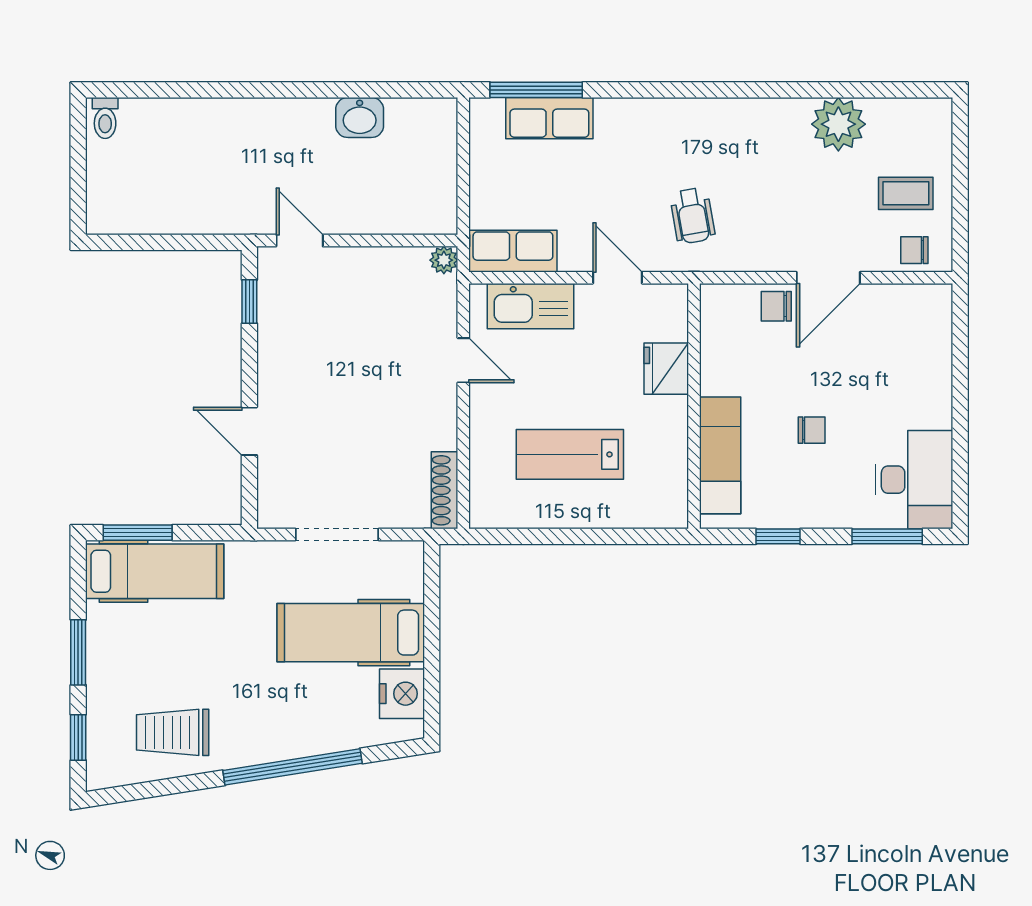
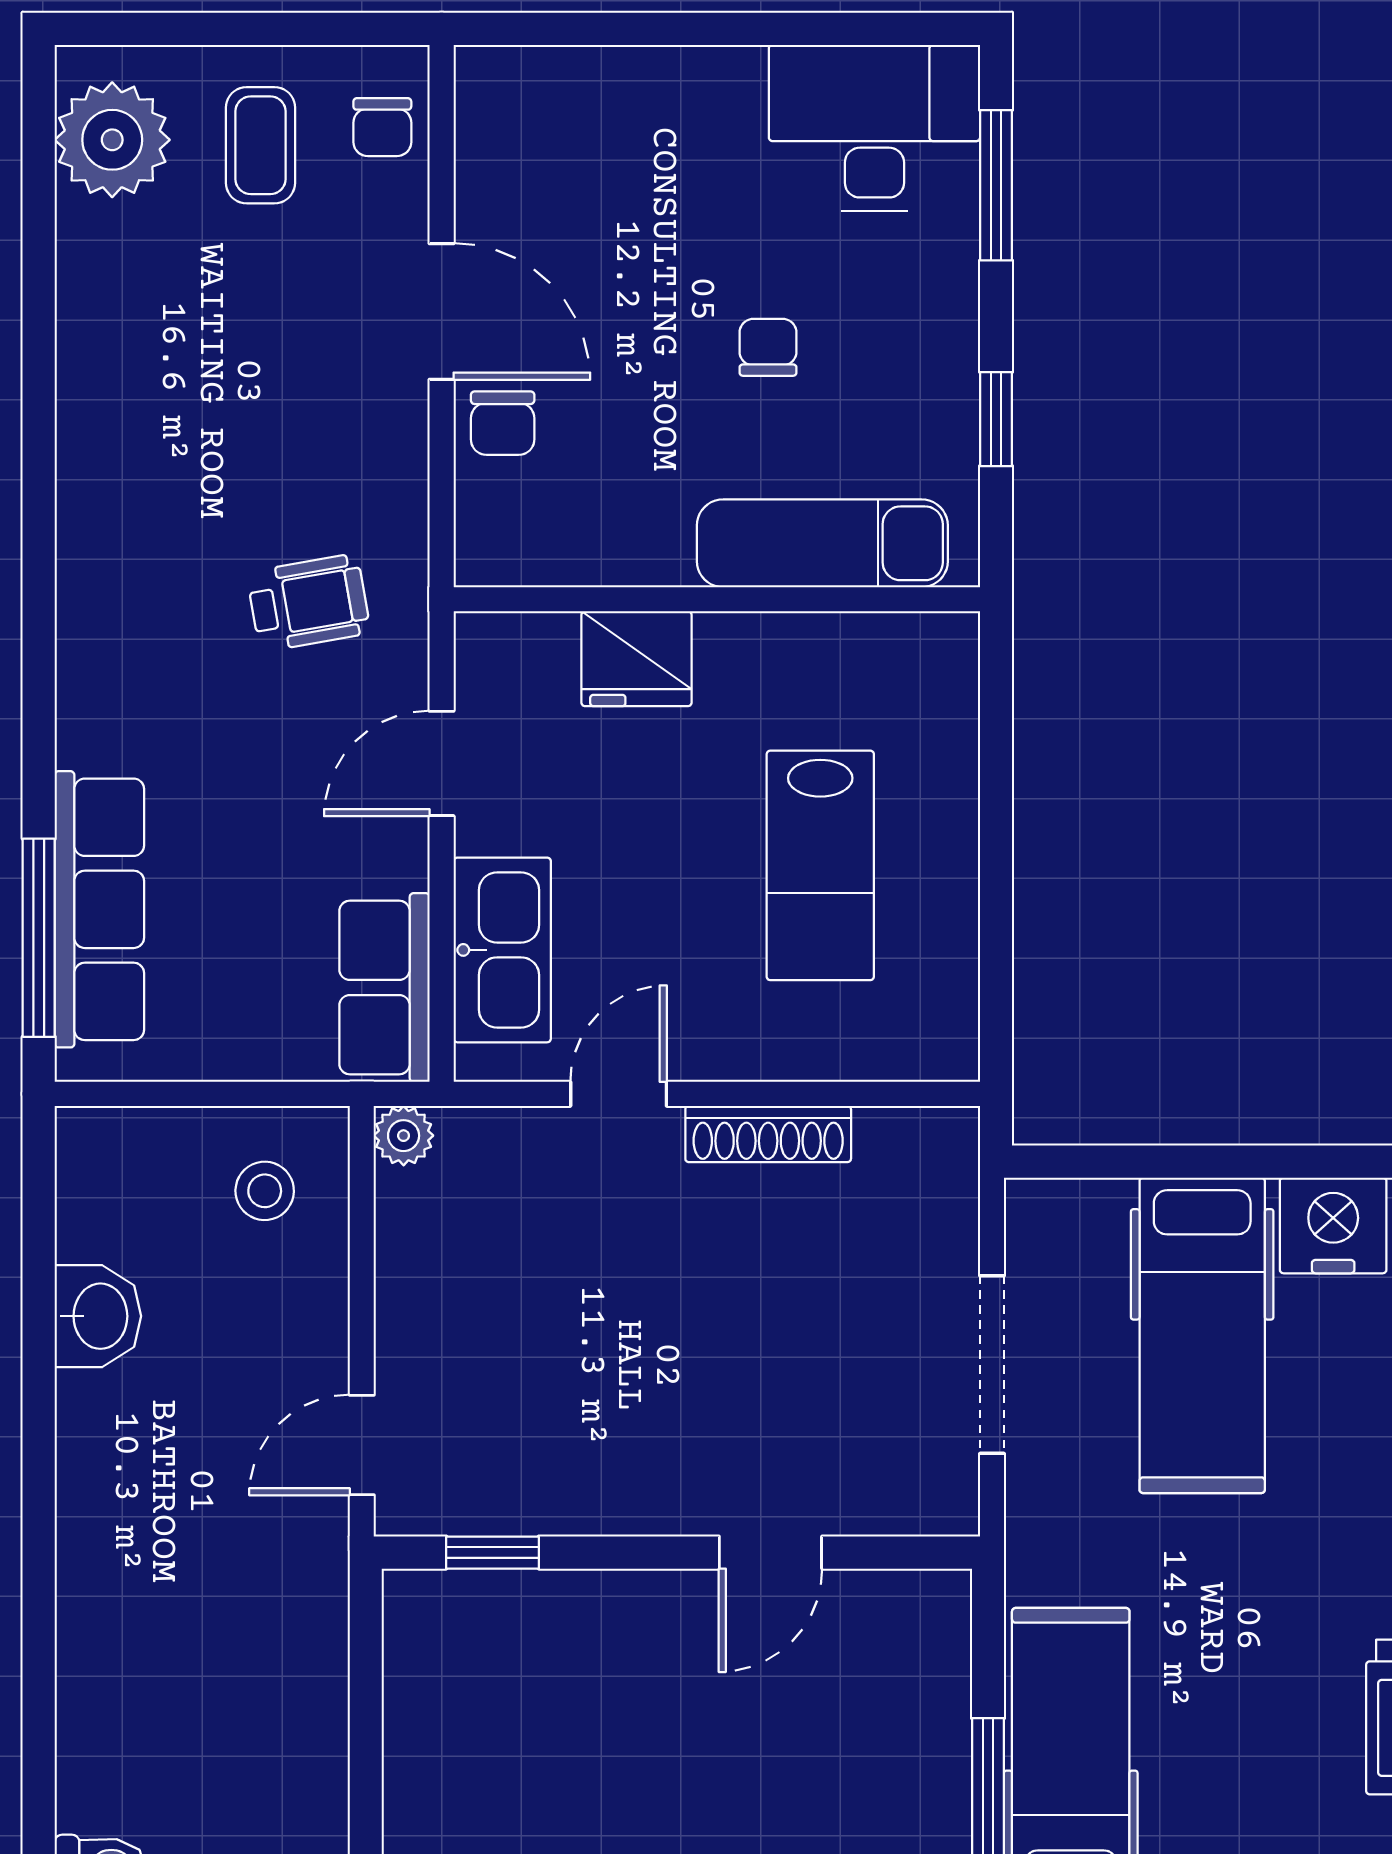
row of seats: (549, 118) -> (99, 909), width x1.48
plant: (838, 124) -> (112, 140), moved
stool: (418, 195) -> (265, 1191), added
shoe rack: (445, 490) -> (768, 1134), moved

